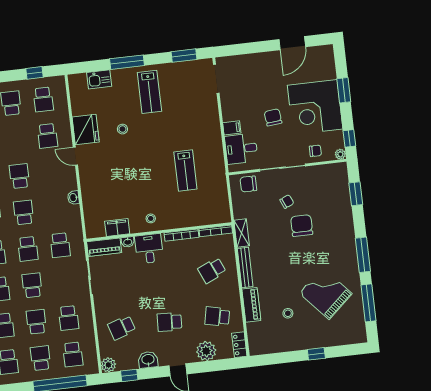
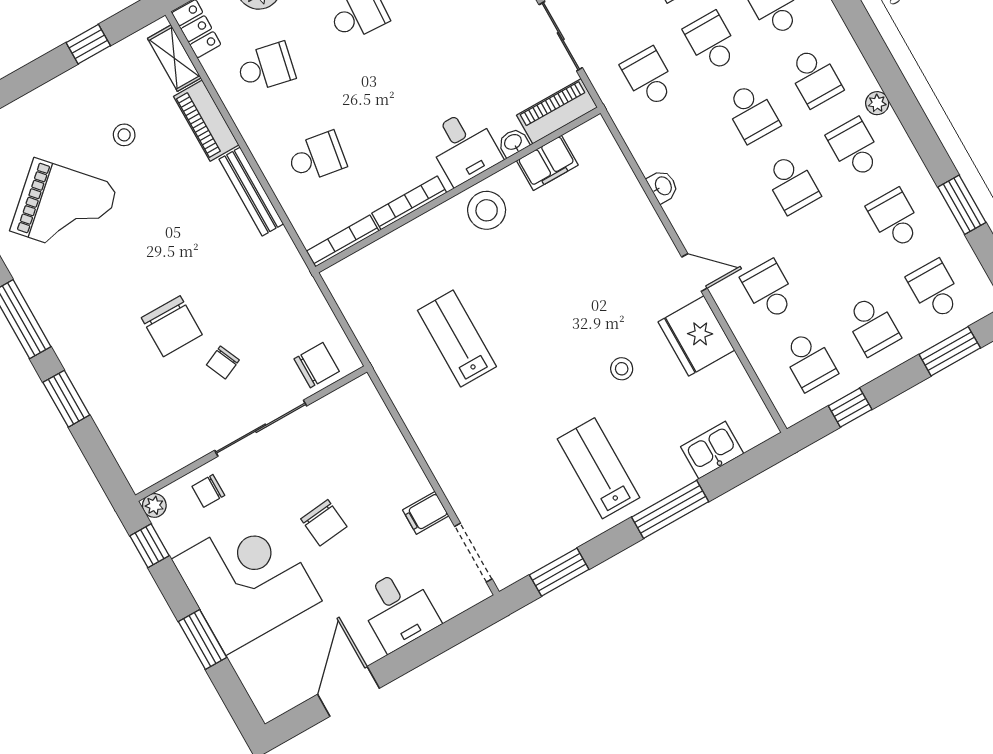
school desk: (43, 99) -> (809, 361), turned 180
filing cabinet: (232, 128) -> (426, 513), moved
desk: (241, 149) -> (398, 610), moved, turned 90
window: (356, 194) -> (66, 399), moved
stool: (151, 218) -> (487, 210), width x1.89, depth x1.89
shelving: (242, 233) -> (174, 58), moved
school desk: (212, 270) -> (317, 157), turned 33
window: (316, 354) -> (88, 44), moved

